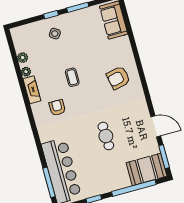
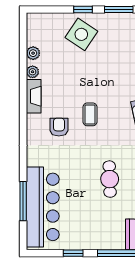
side table: (55, 34) -> (81, 34), width x1.87, depth x1.87
coffee table: (72, 77) -> (90, 114), moved
window: (49, 182) -> (23, 201), moved

